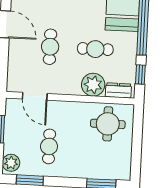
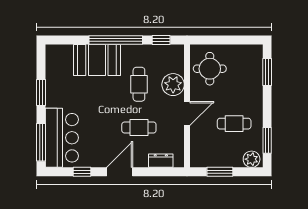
dresser: (118, 90) -> (161, 161), moved, turned 90
door: (35, 96) -> (187, 113), moved

